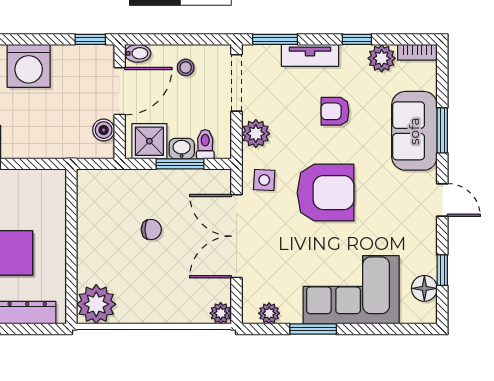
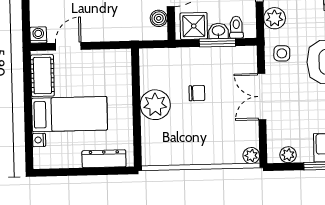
double door: (237, 236) -> (262, 97), width x0.73
plant: (96, 304) -> (155, 105), moved

